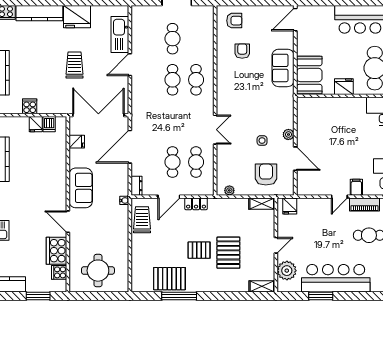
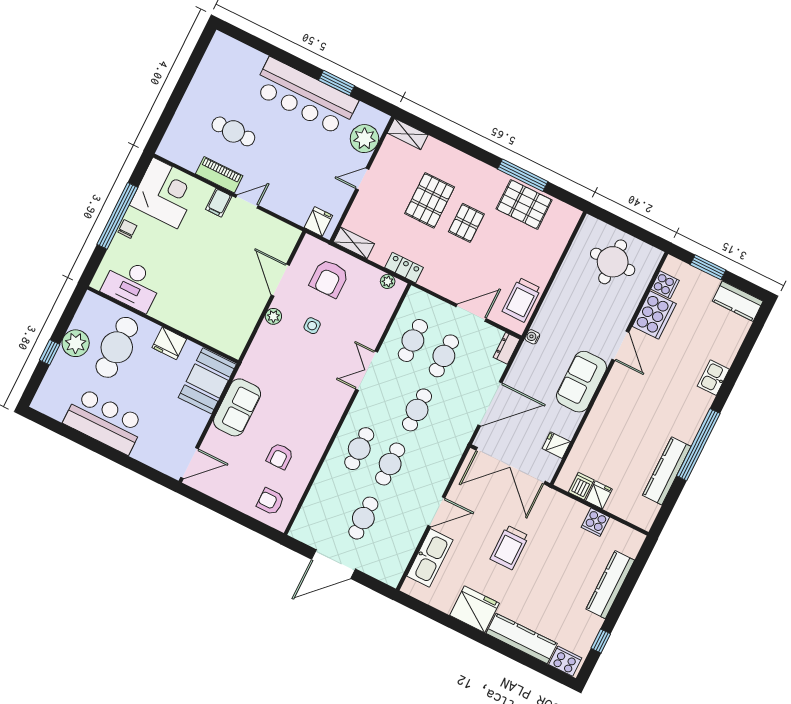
cafe table: (172, 121) -> (417, 410), added
locker: (196, 204) -> (404, 268), moved
pallet: (199, 250) -> (466, 223), turned 90

